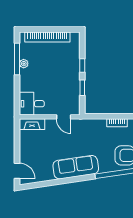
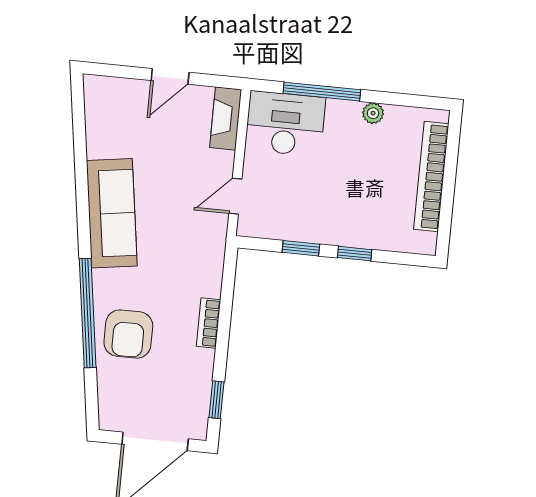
window: (17, 59) -> (322, 92), moved
desk: (32, 104) -> (285, 124), width x1.37
door: (17, 171) -> (170, 76), moved

